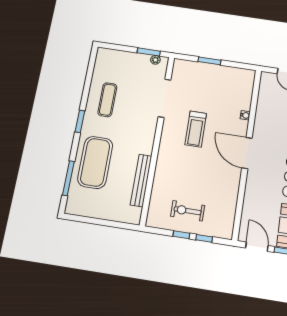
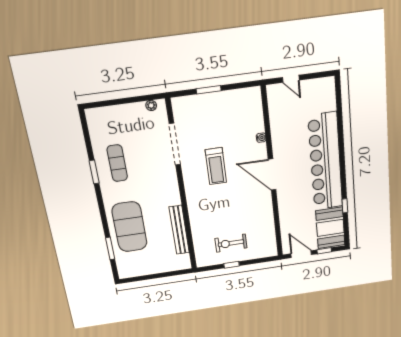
window: (149, 52) -> (141, 99), removed
window: (80, 121) -> (94, 172), moved
window: (68, 178) -> (110, 248), width x0.69
window: (204, 238) -> (253, 261), removed

